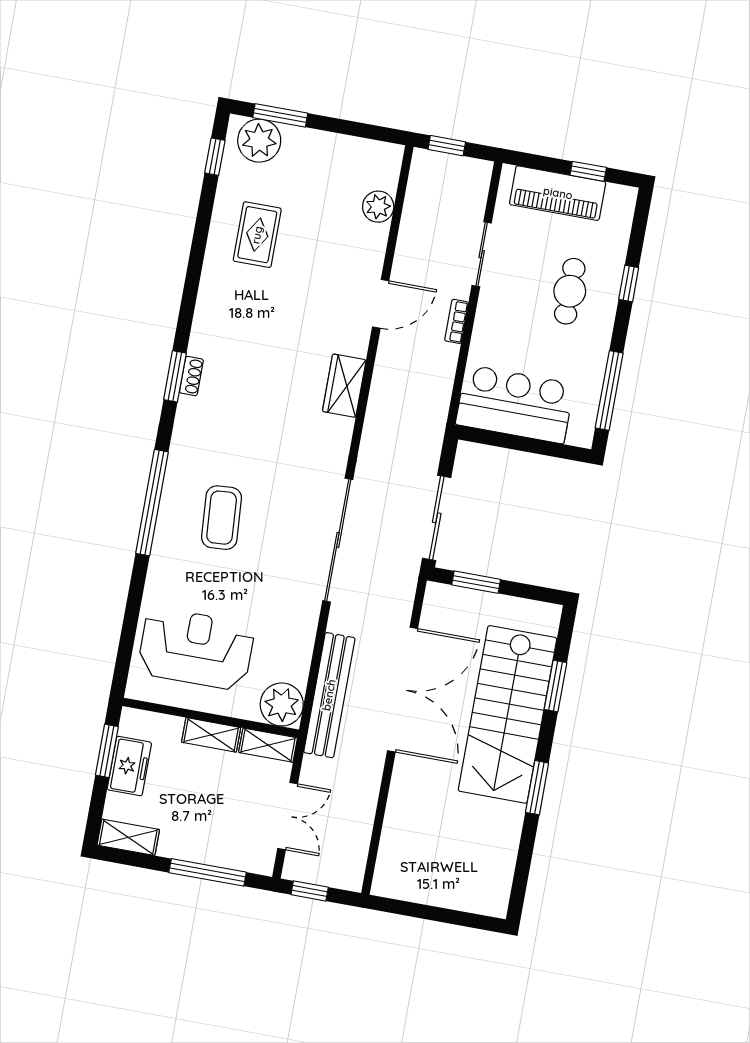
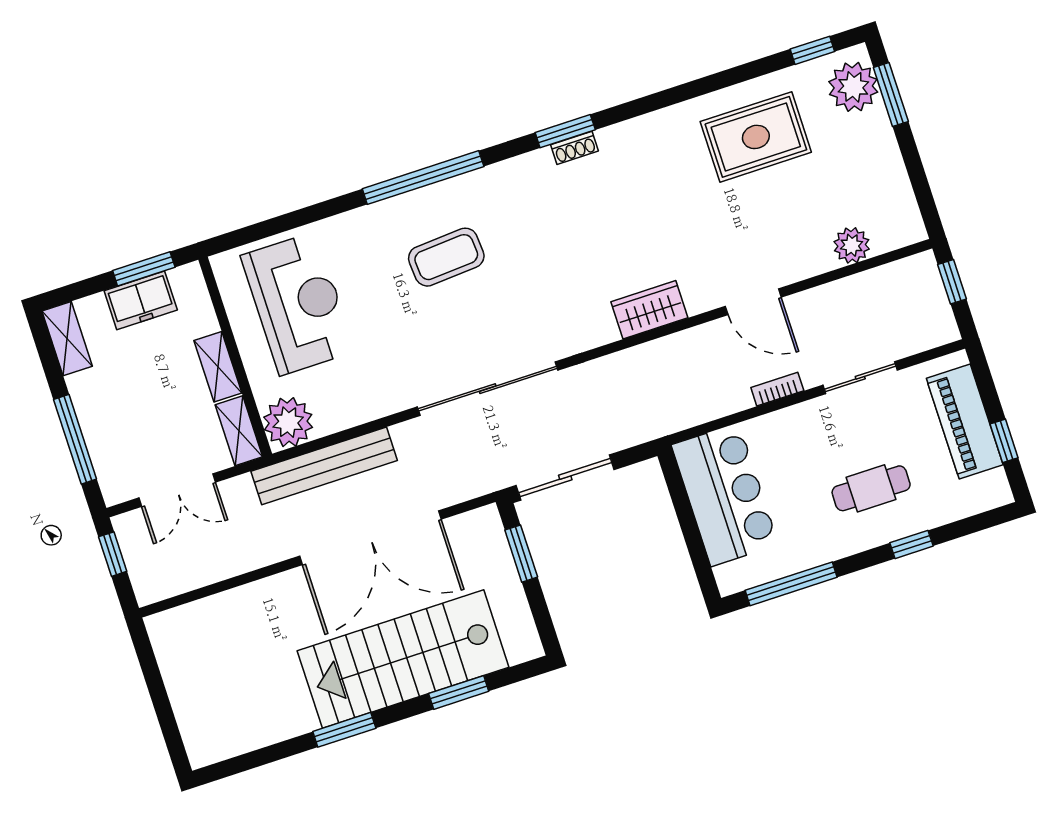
rug: (257, 235) -> (756, 137), width x1.36, depth x1.43

